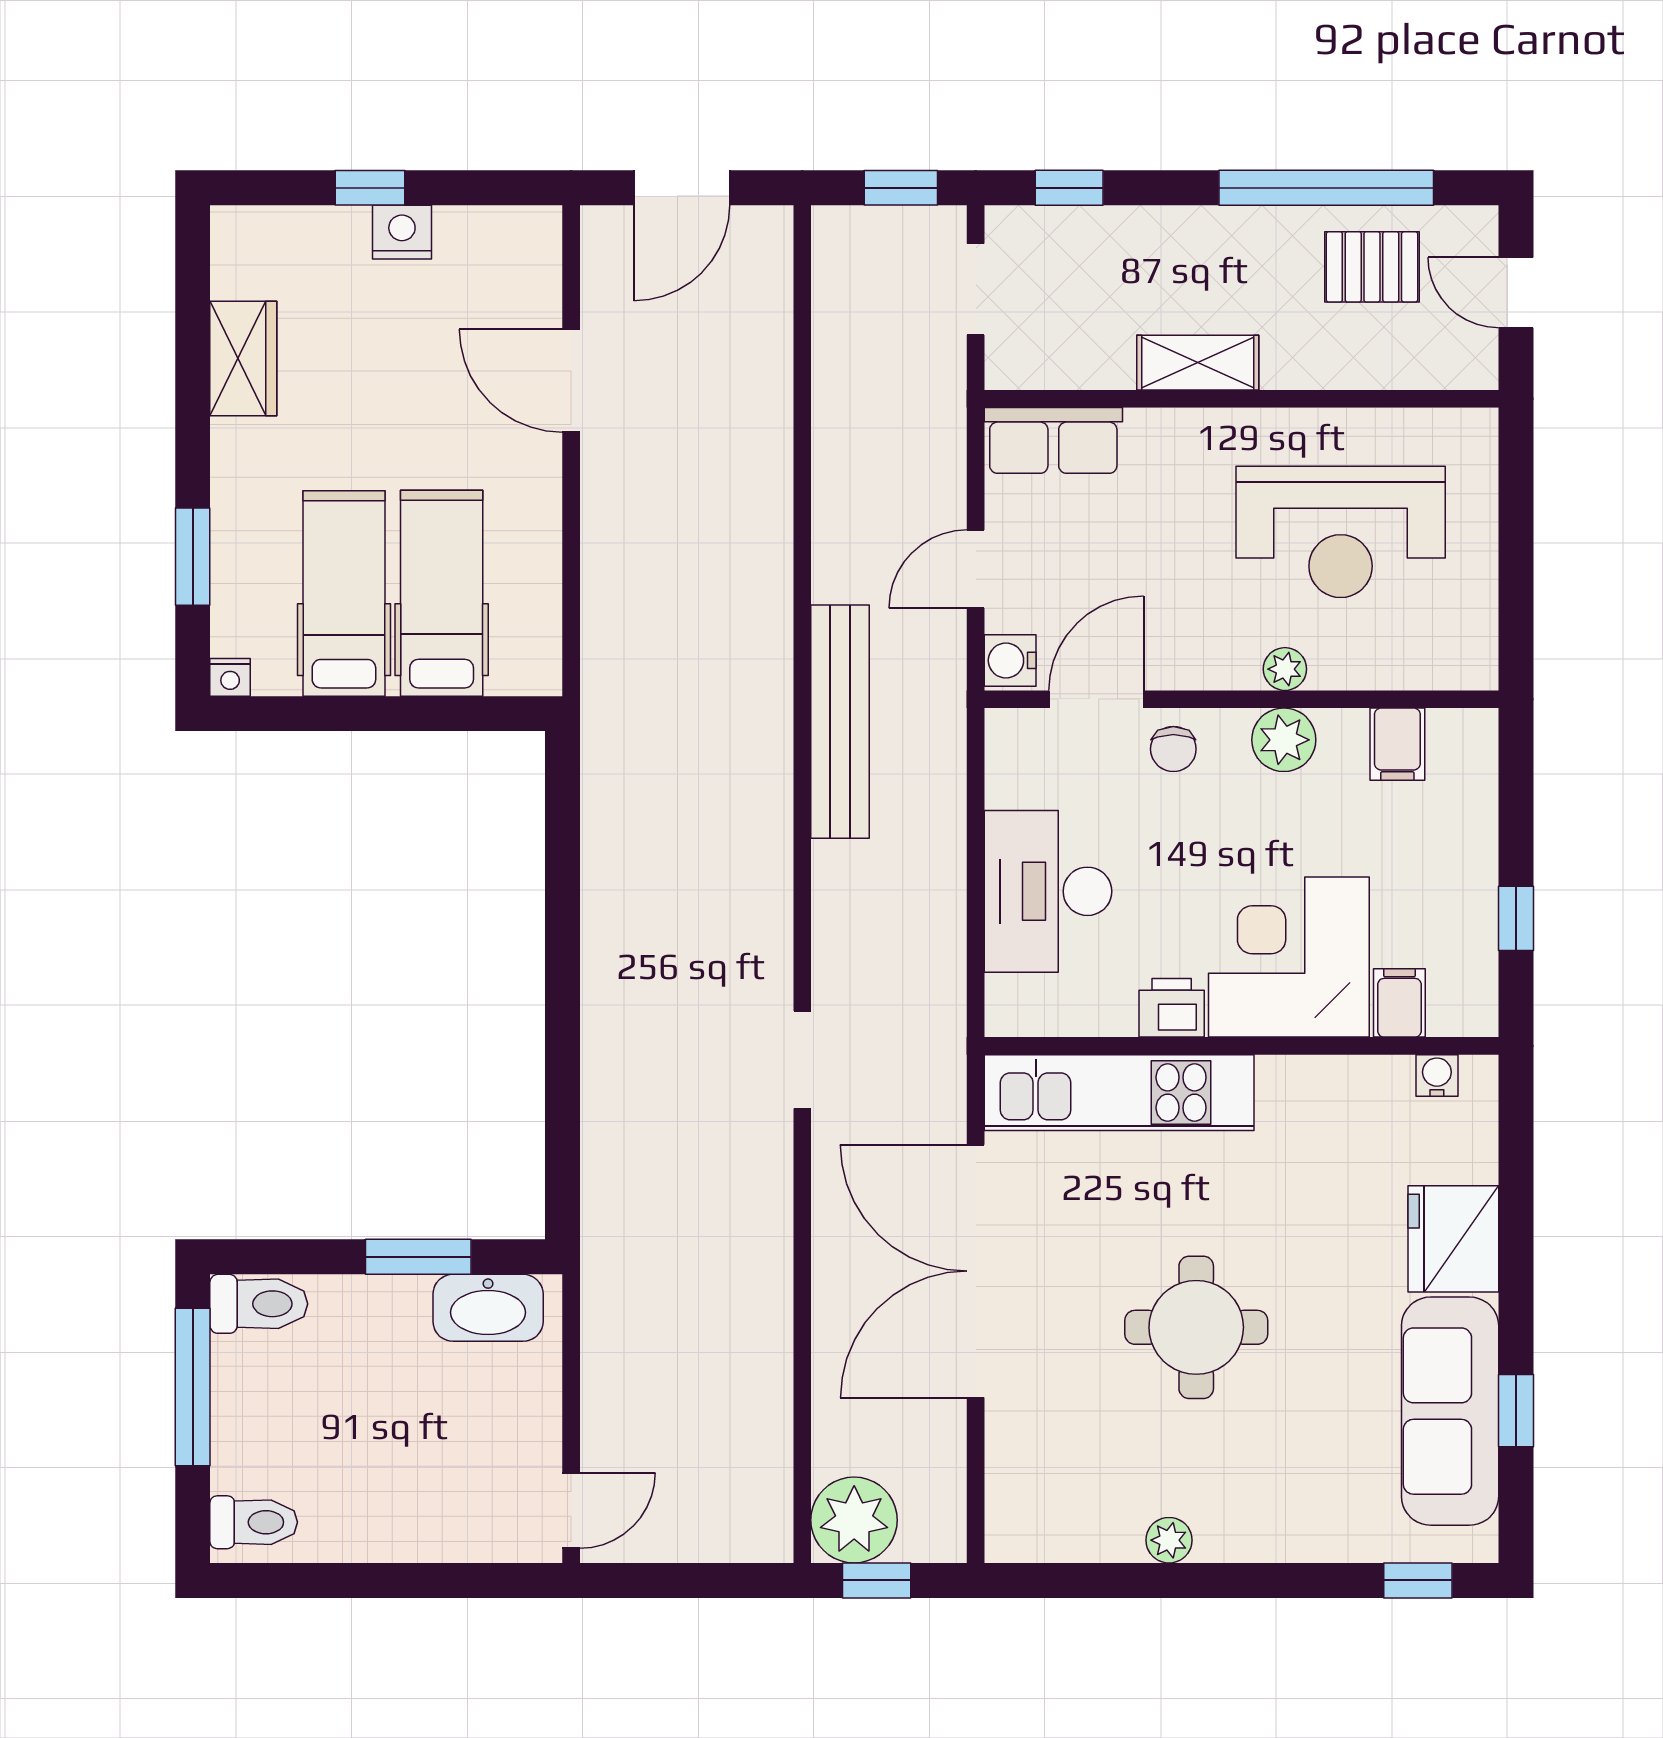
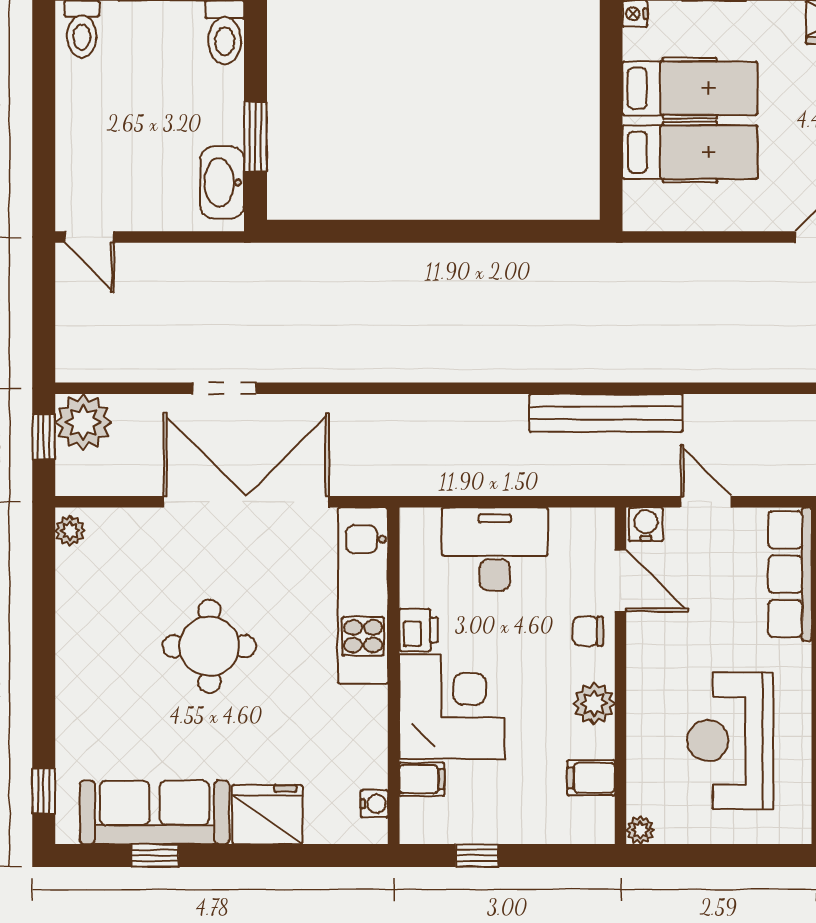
row of seats: (1053, 440) -> (790, 574), width x1.48
plant: (1285, 669) -> (640, 830), moved
doorway: (802, 1060) -> (224, 388), moved
plant: (1169, 1540) -> (70, 531), moved

